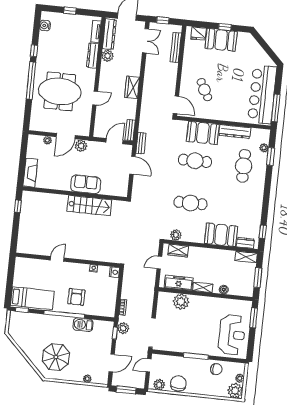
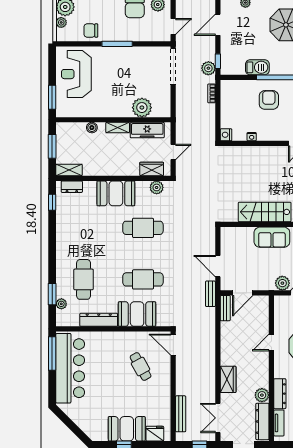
wardrobe: (132, 87) -> (228, 379), moved
booth: (221, 235) -> (116, 193), moved

